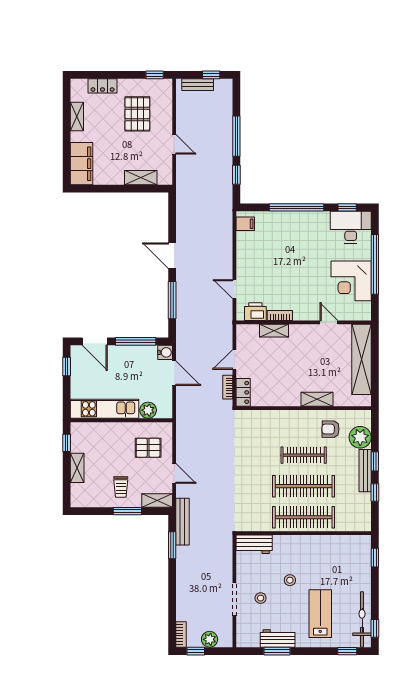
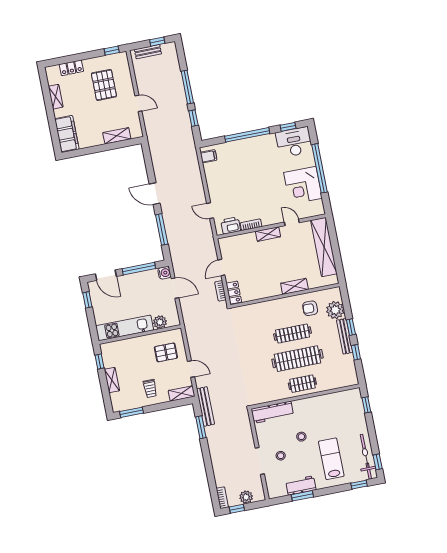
shelving: (274, 331) -> (268, 234), moved
window: (127, 511) -> (131, 412), moved
clothes rail: (304, 517) -> (302, 384), width x0.54, depth x0.76
workbench: (254, 544) -> (272, 412), width x1.38

